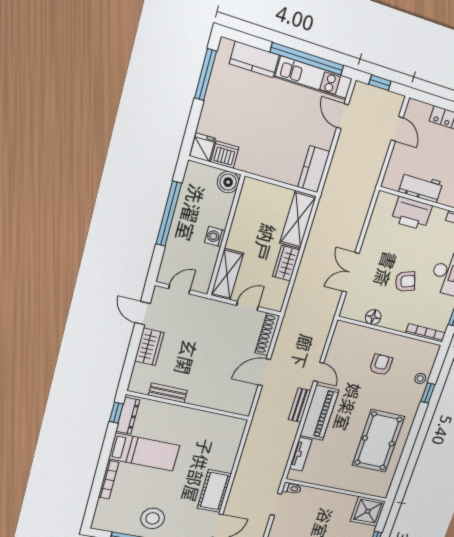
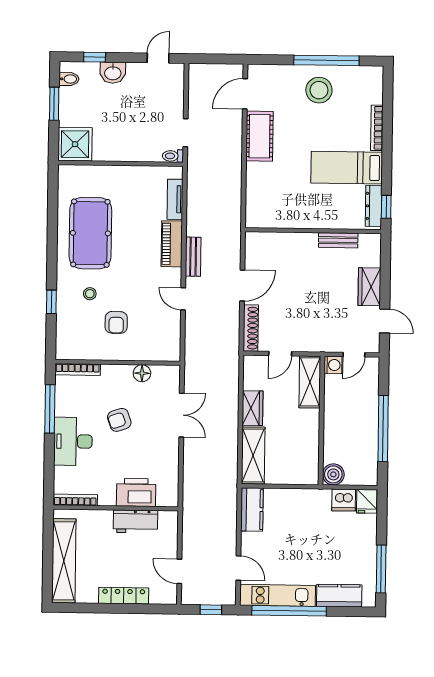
washing machine: (215, 237) -> (333, 365), moved
stool: (420, 378) -> (90, 294), moved
piano: (319, 413) -> (172, 244), width x0.73, depth x0.75

